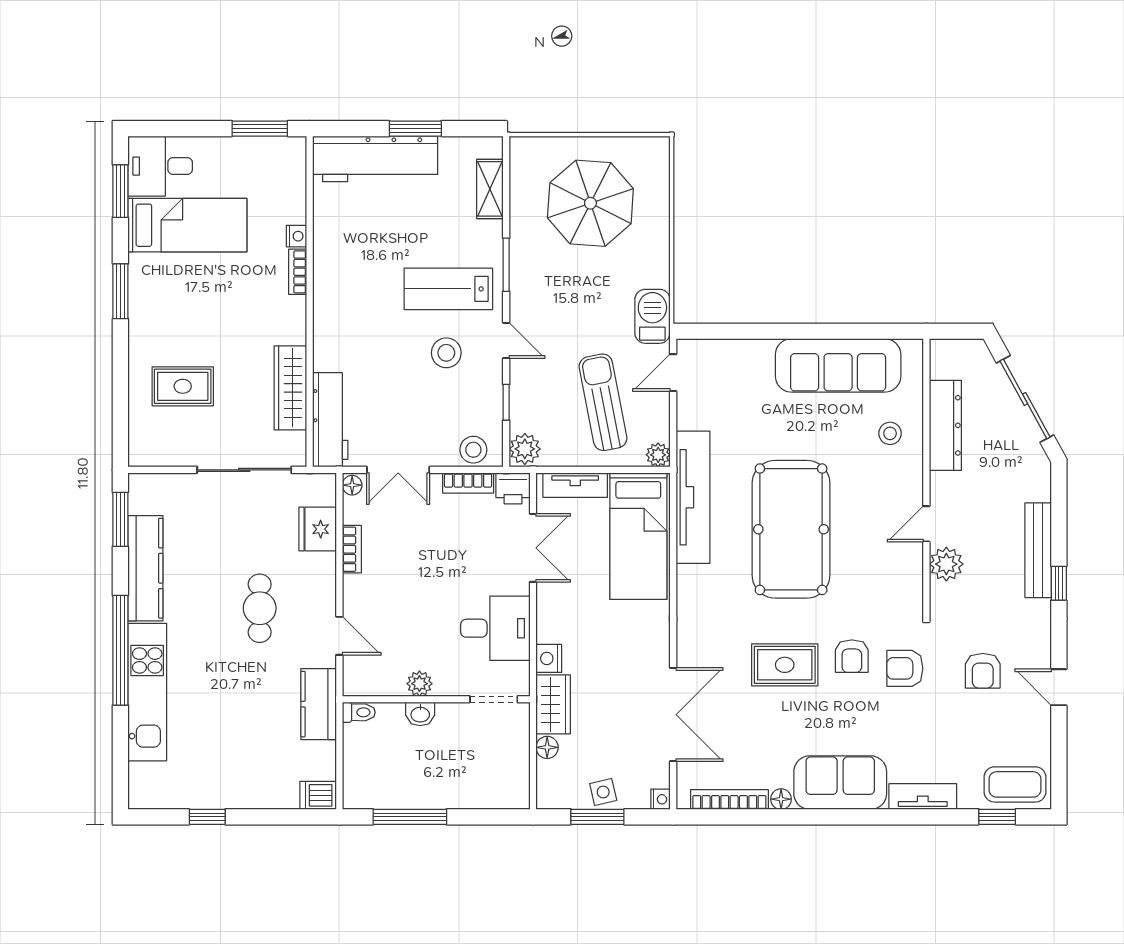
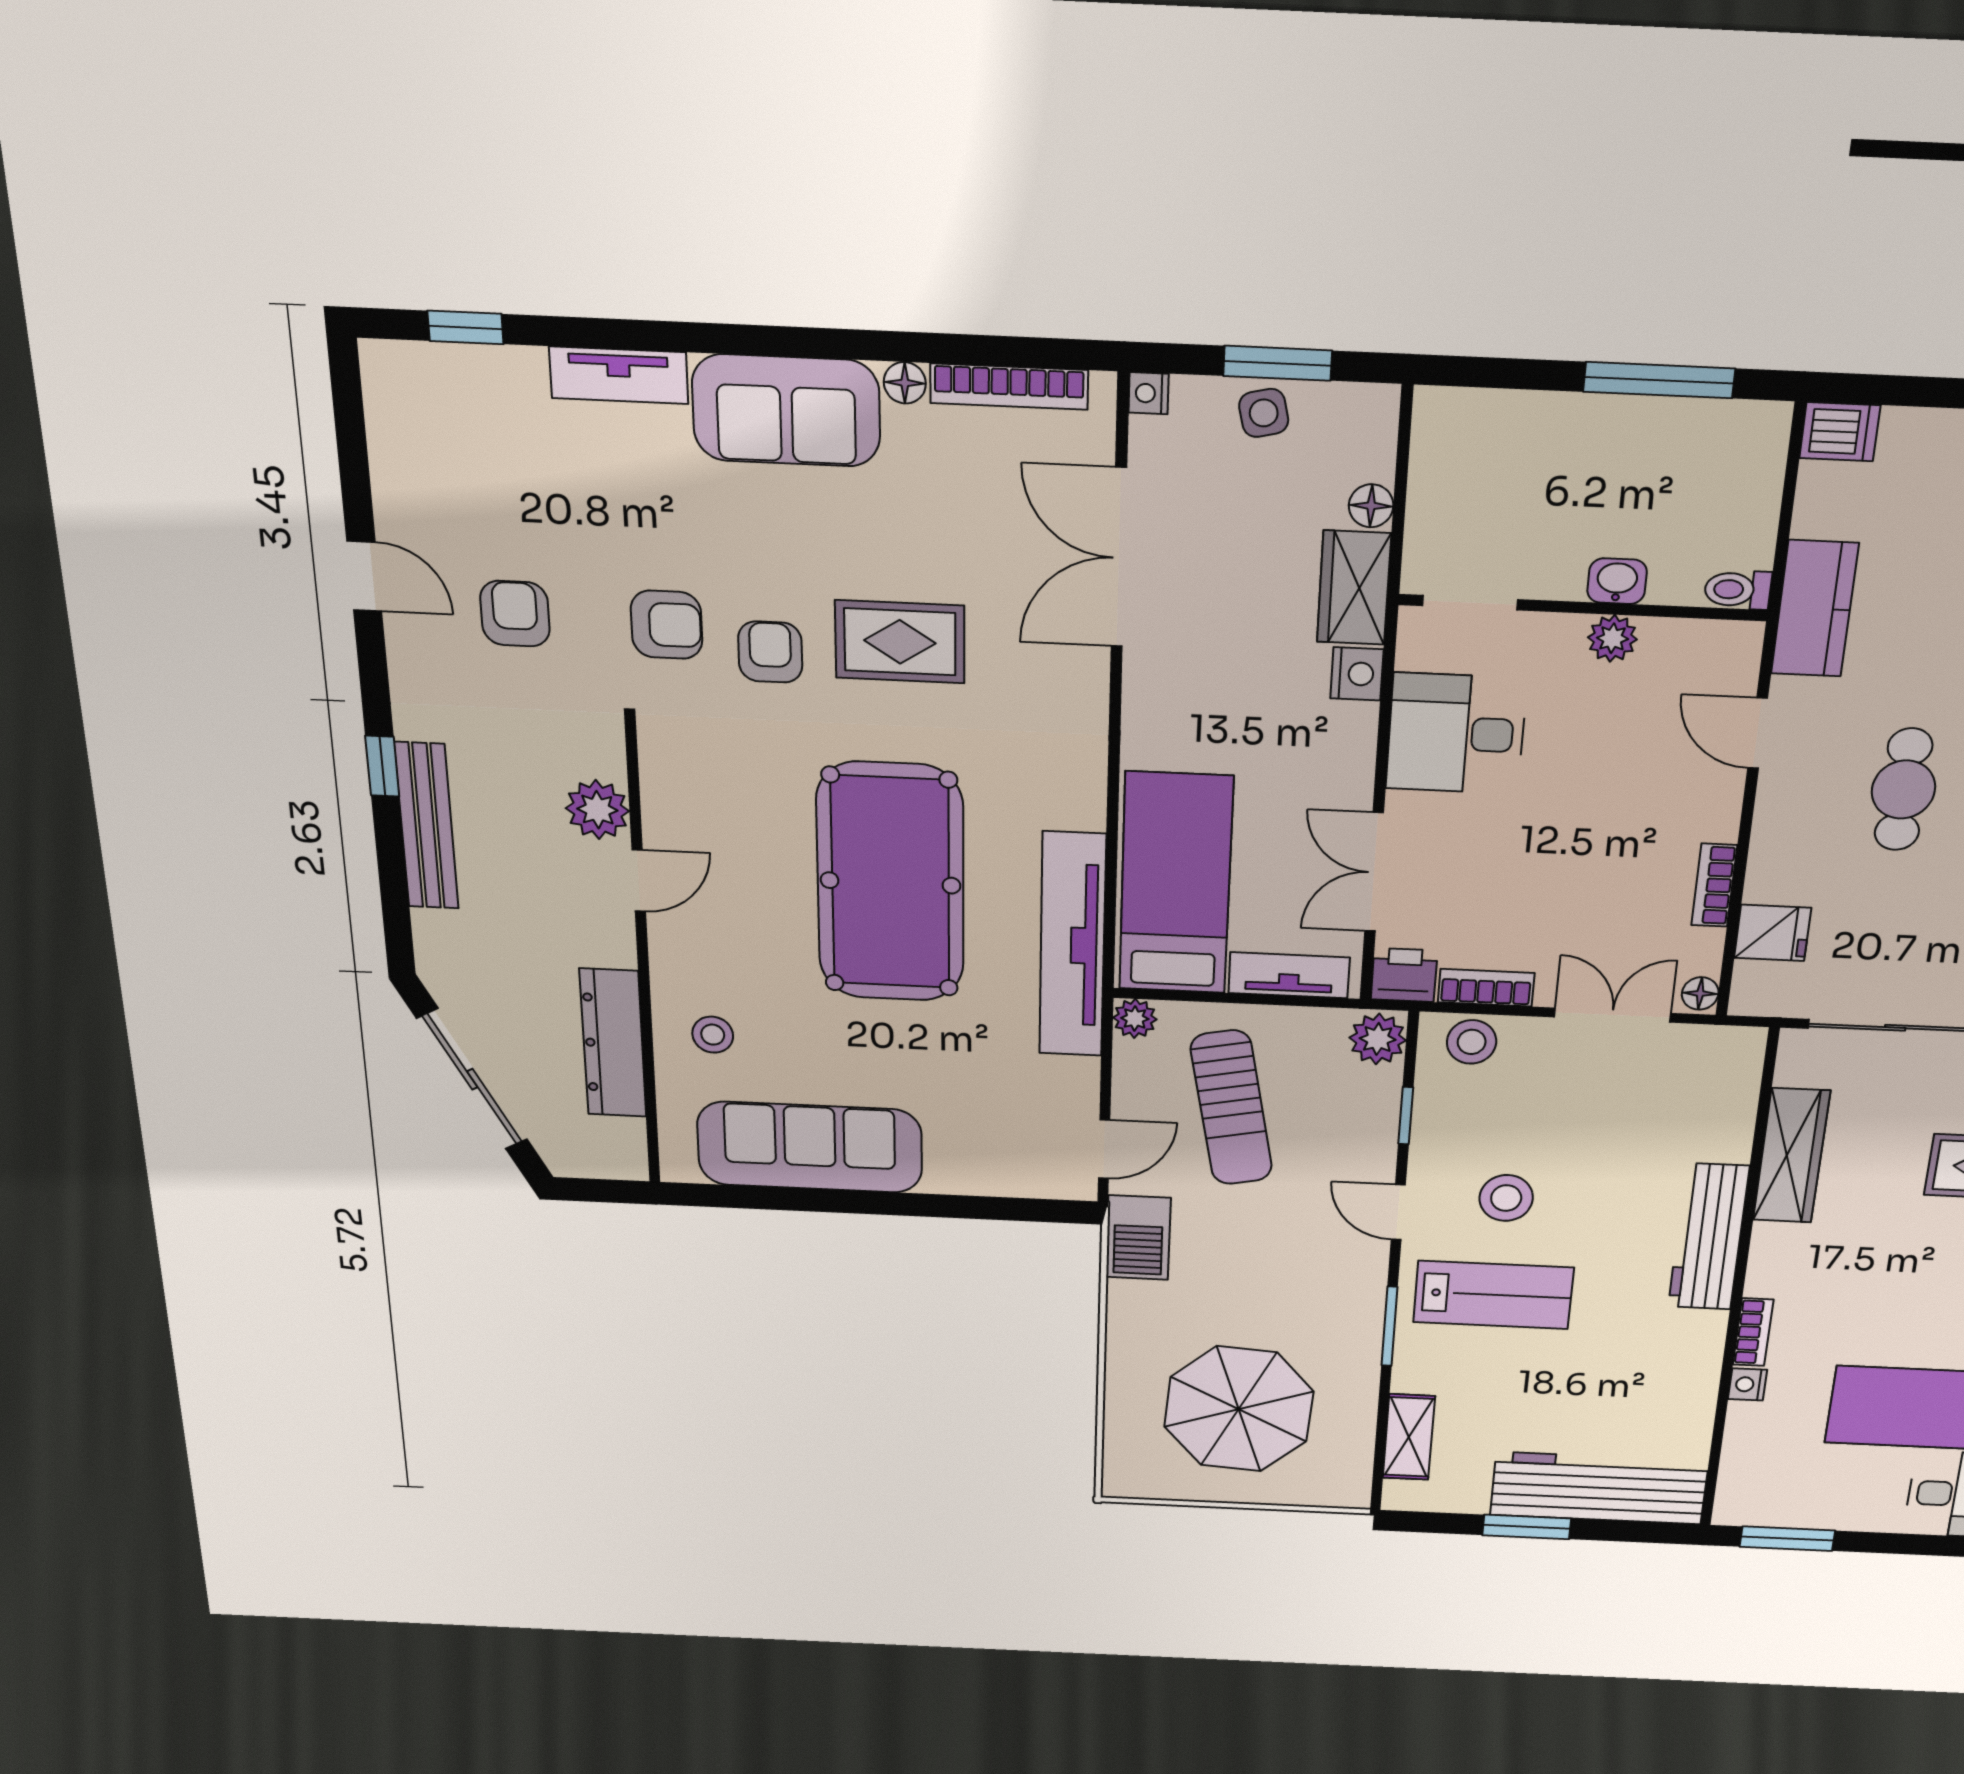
workbench: (330, 420) -> (1709, 1237), moved
fridge: (318, 529) -> (1773, 933), width x0.72
coffee table: (1015, 784) -> (435, 391), removed

